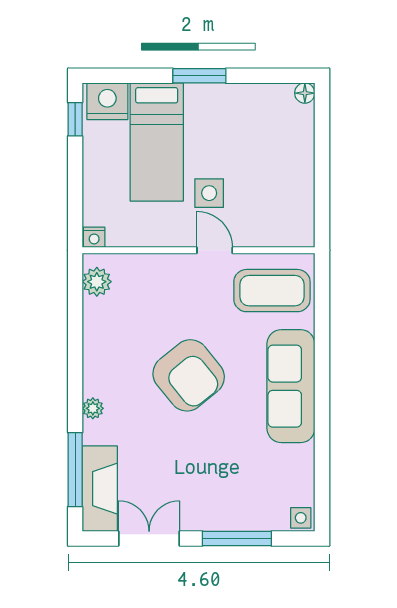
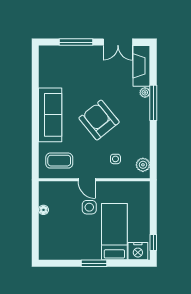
floor lamp: (305, 93) -> (43, 210), moved
nightstand: (94, 237) -> (144, 186), removed
coffee table: (272, 291) -> (59, 161), width x0.73, depth x0.76
plant: (93, 408) -> (145, 92), moved
window: (75, 470) -> (153, 103), moved
side table: (301, 518) -> (115, 159), moved

